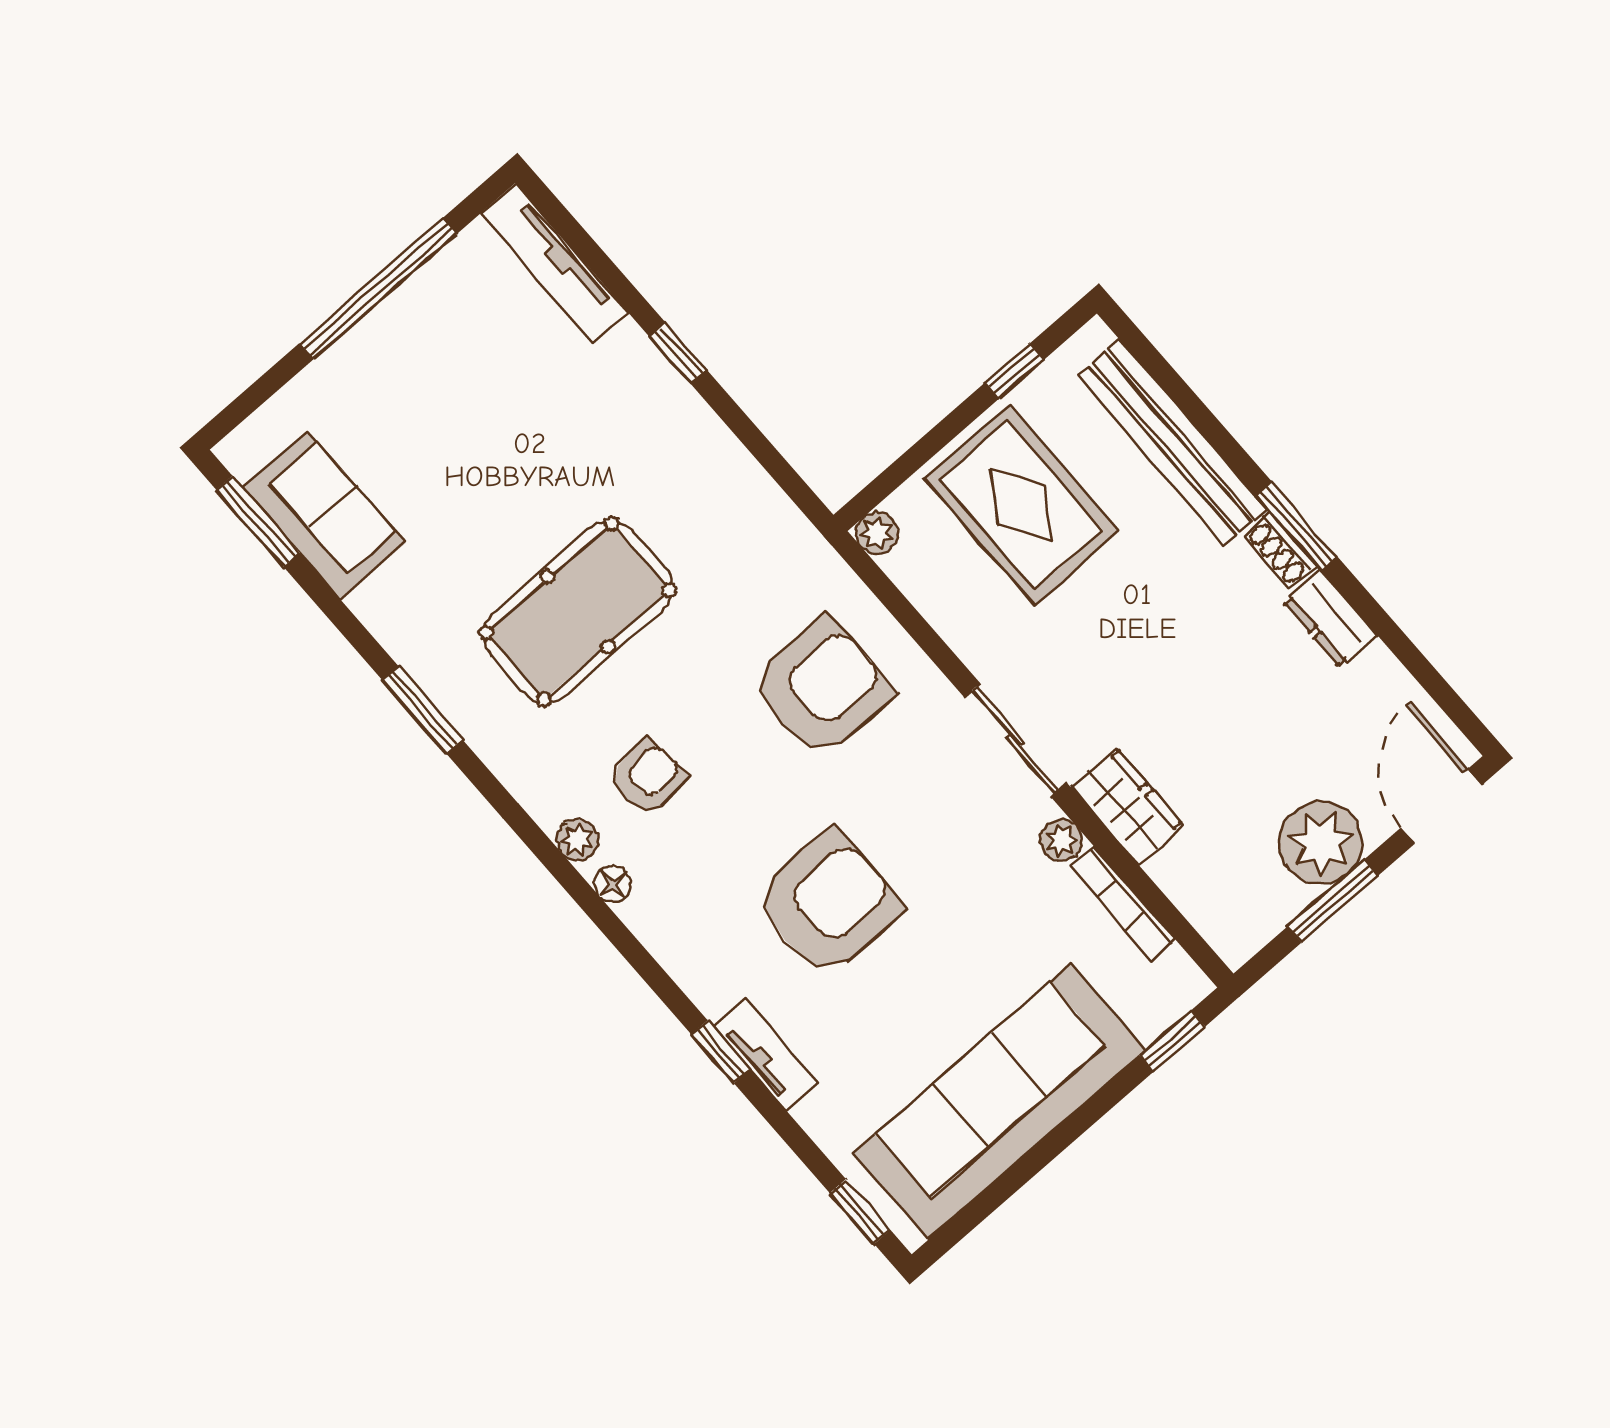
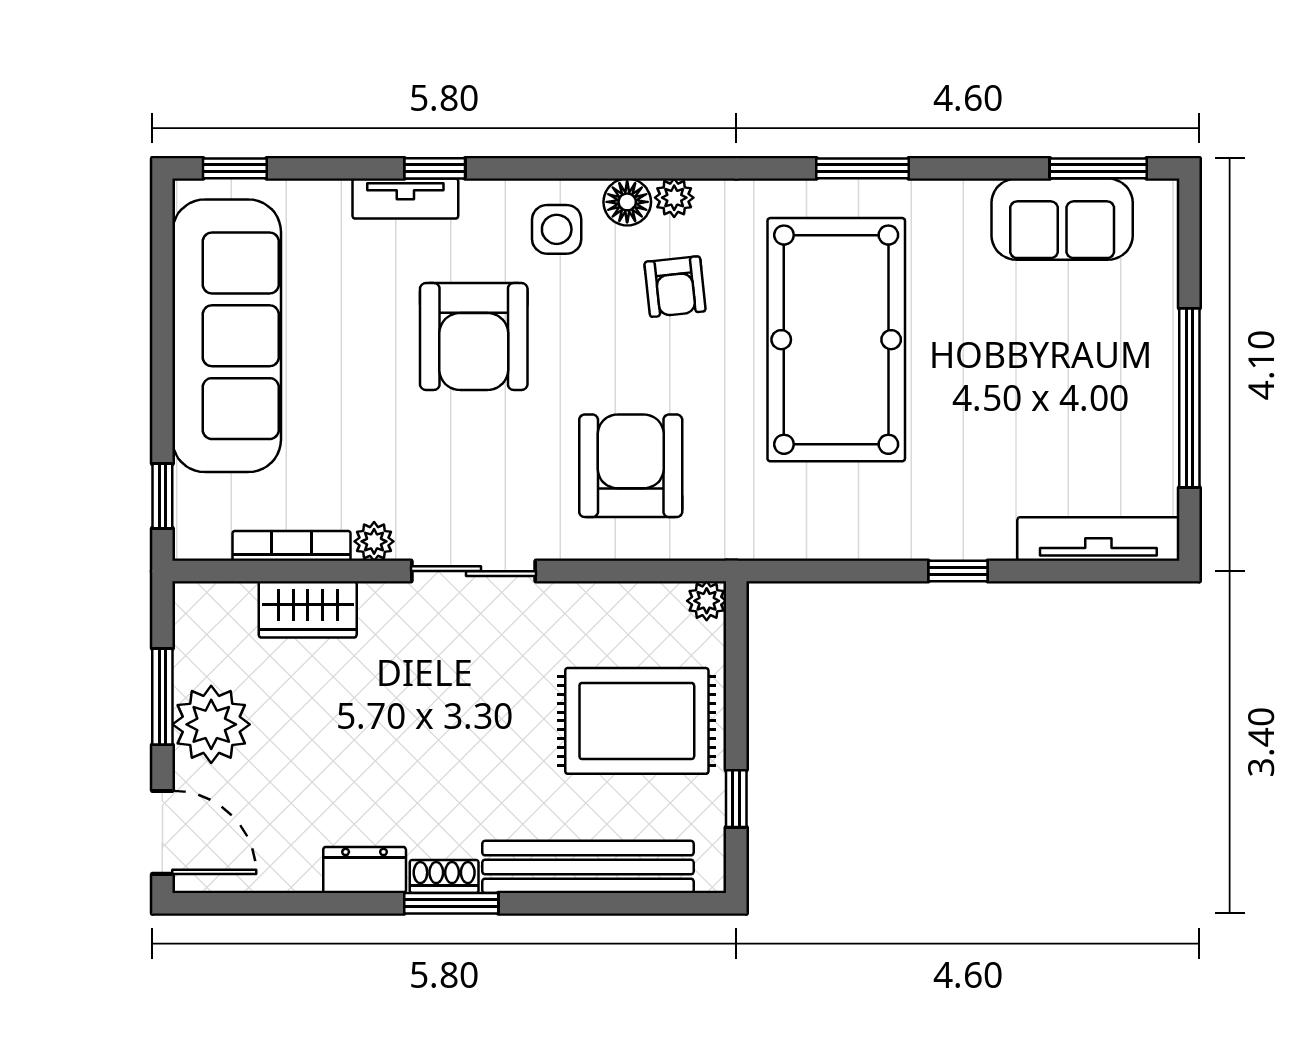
pool table: (578, 612) -> (836, 340), width x1.36, depth x1.32
armchair: (822, 688) -> (631, 466), turned 180
wardrobe: (1127, 806) -> (308, 609), moved
floor lamp: (613, 884) -> (627, 202), width x1.37, depth x1.37
side table: (684, 912) -> (557, 229), added

